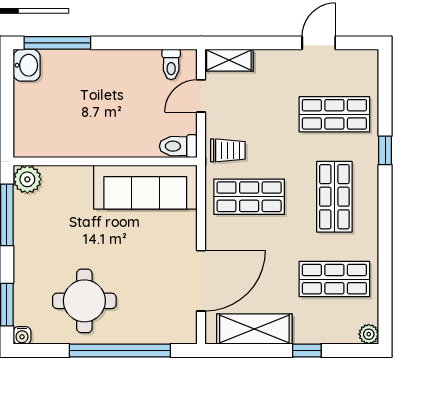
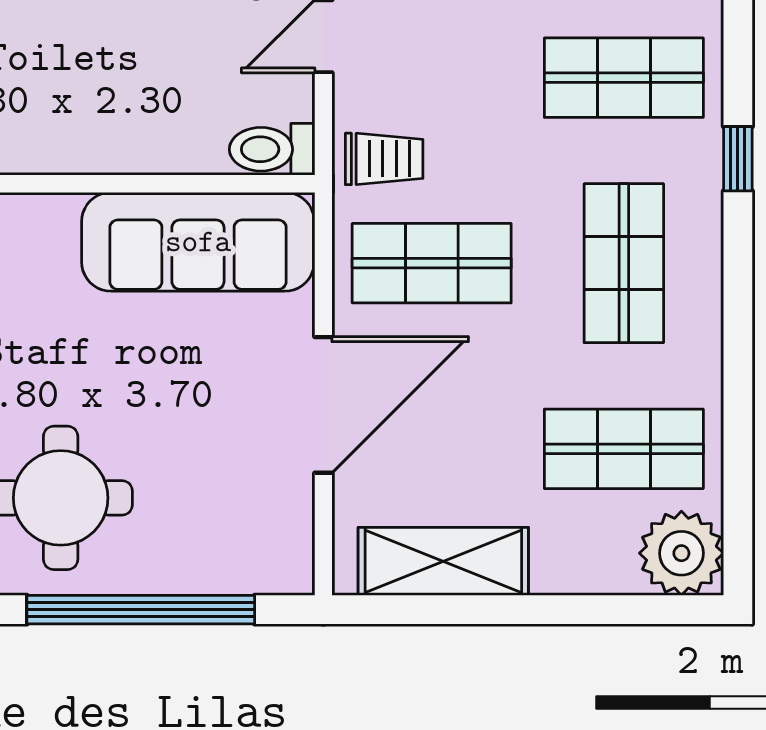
door: (201, 281) -> (323, 405), moved
plant: (369, 334) -> (681, 553), width x1.88, depth x1.88
window: (307, 350) -> (562, 610), removed

